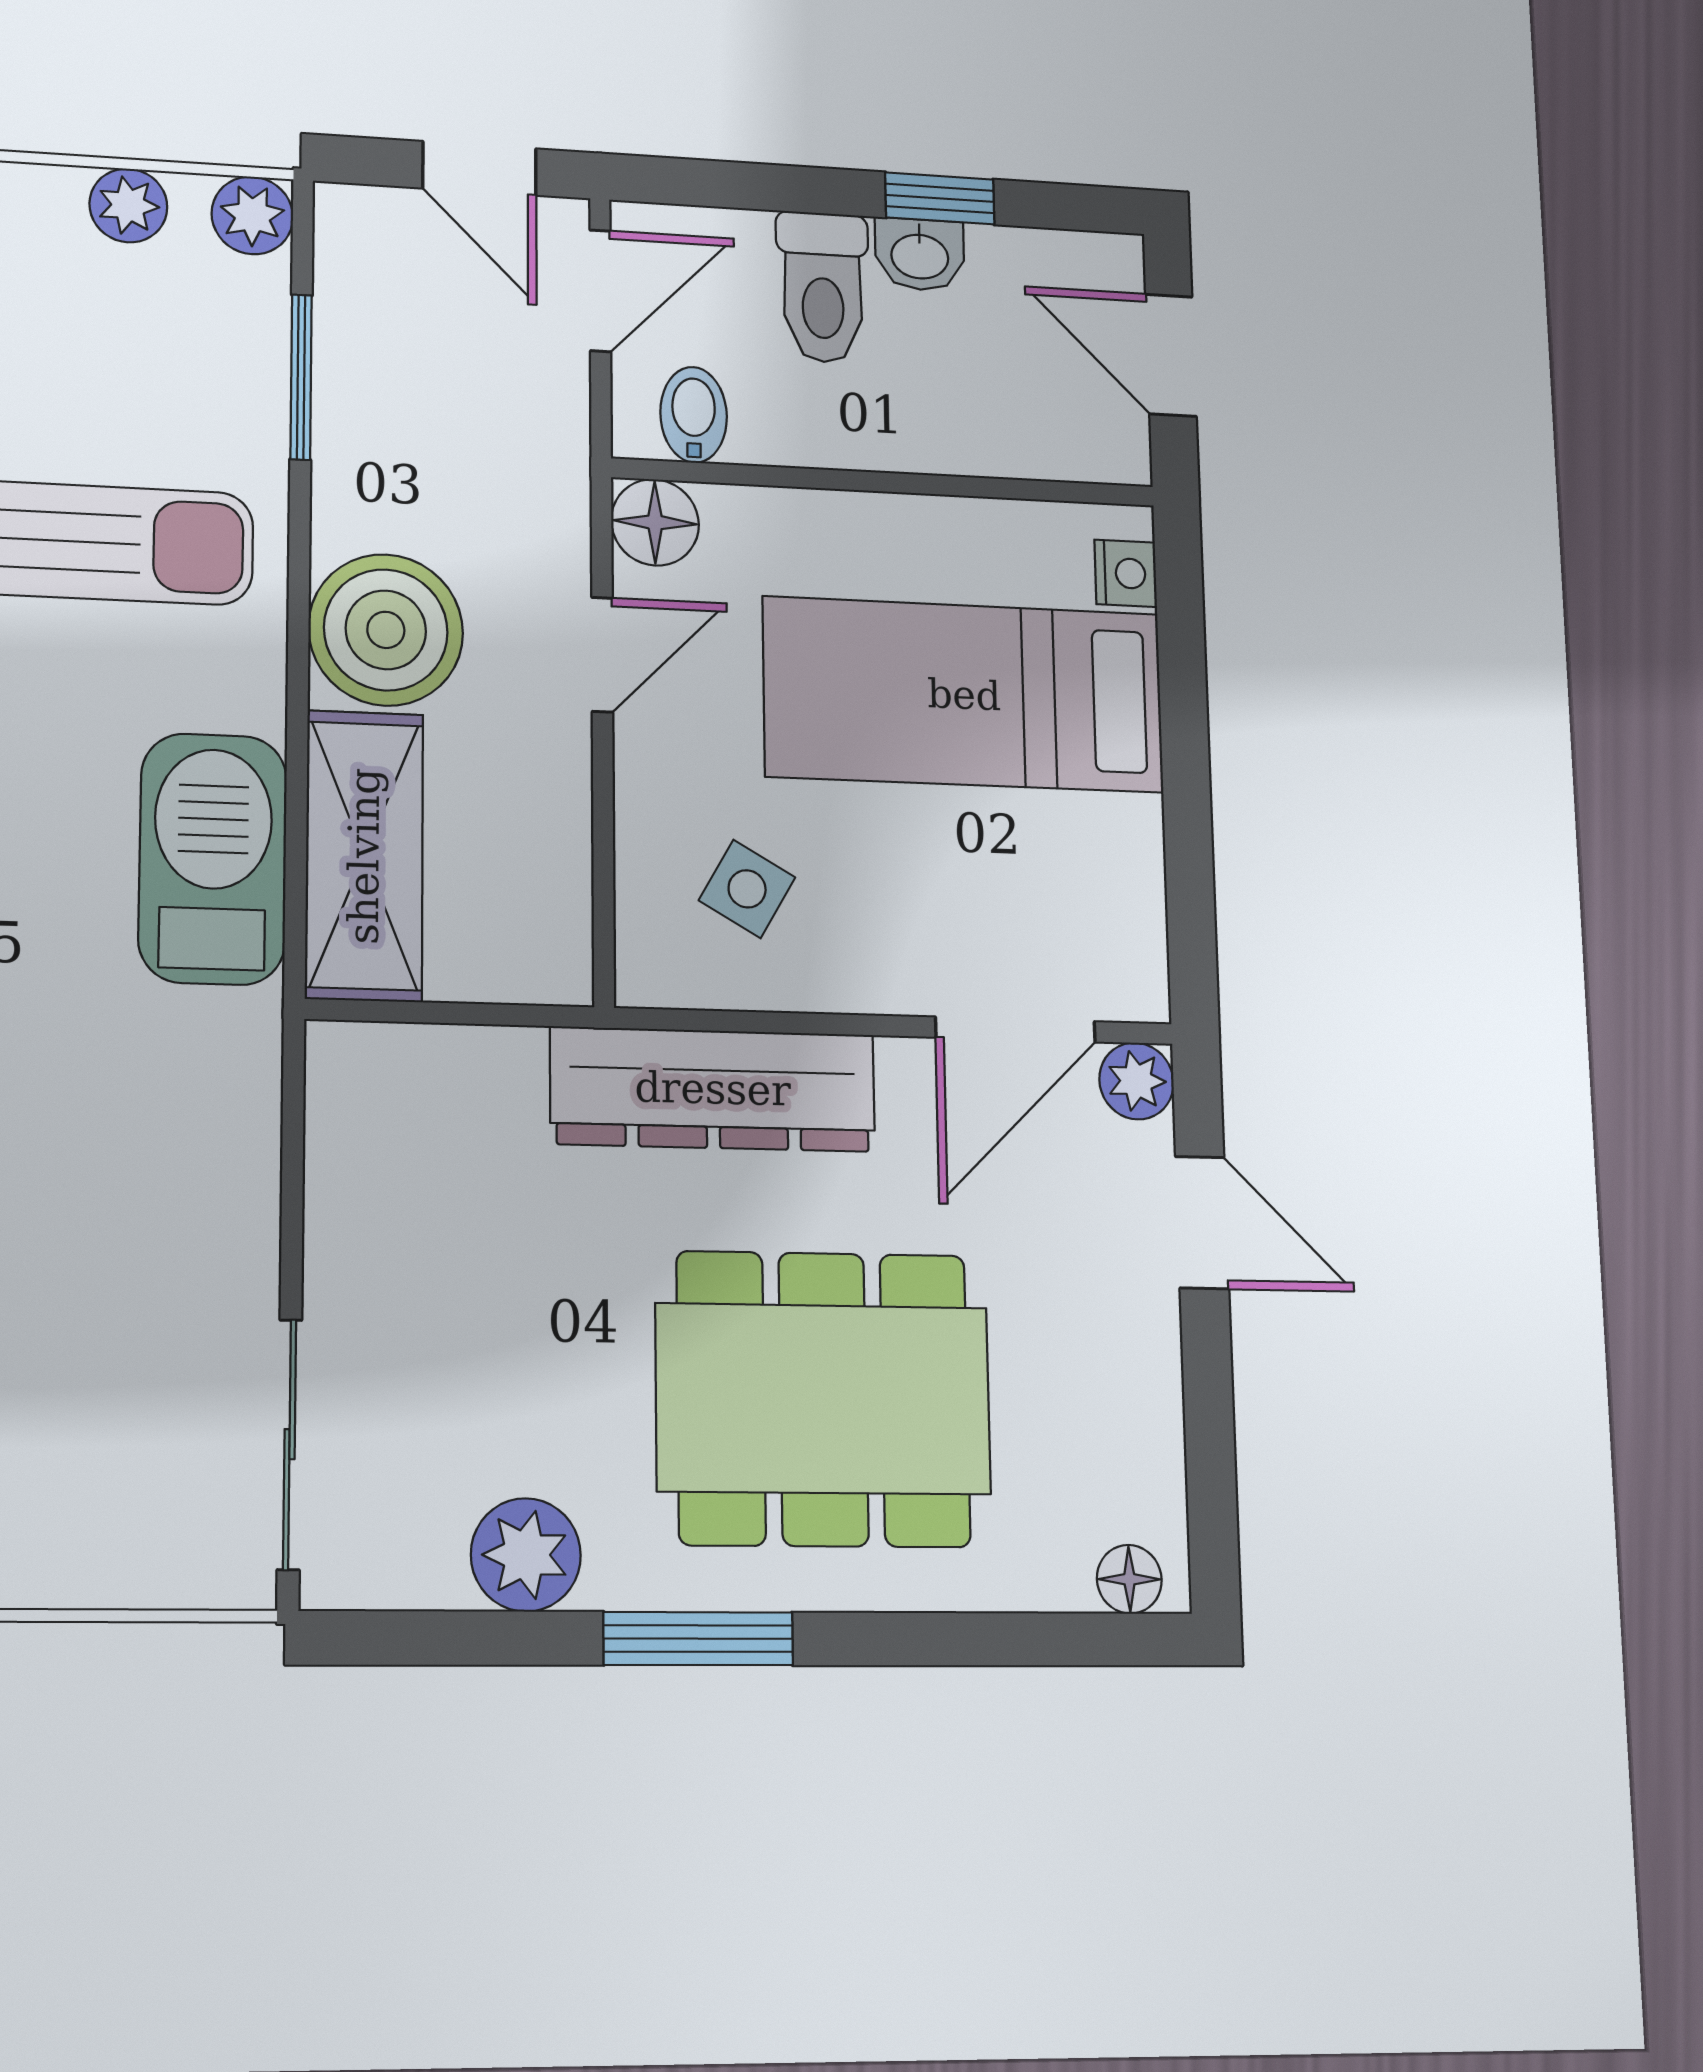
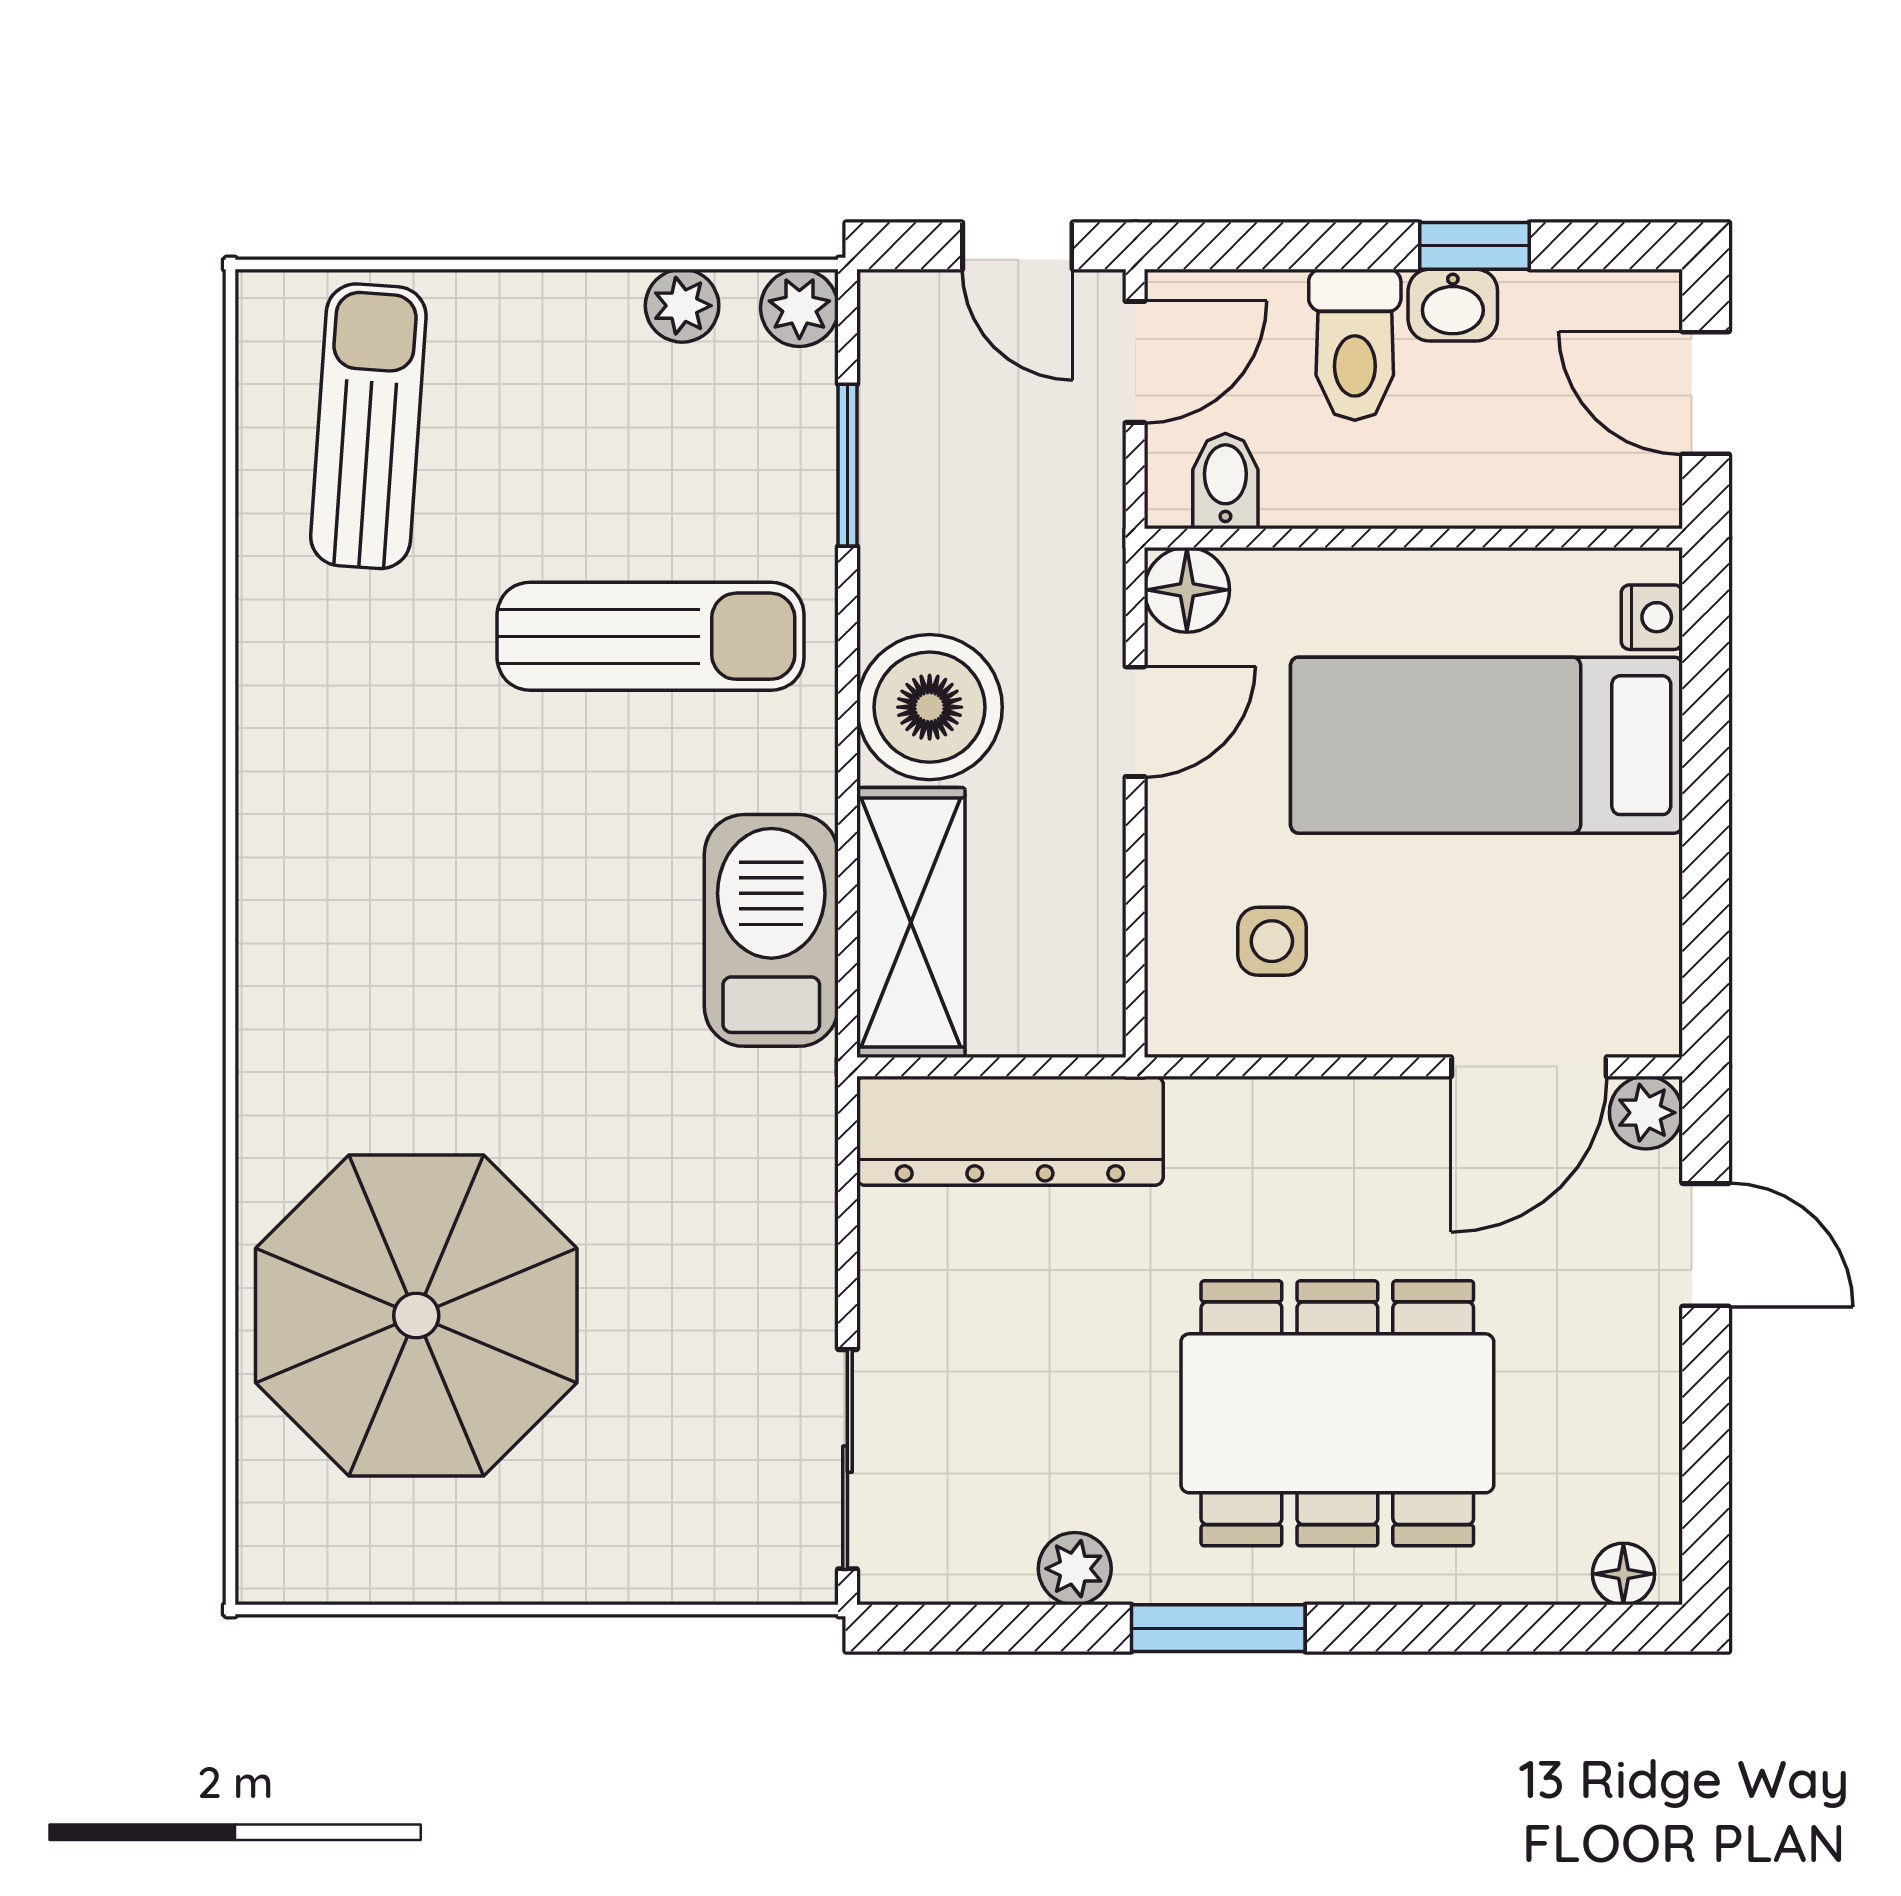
side table: (747, 889) -> (1272, 941), turned -30
dresser: (713, 1089) -> (1010, 1131), moved
plant: (526, 1555) -> (1075, 1569), width x0.73, depth x0.73

